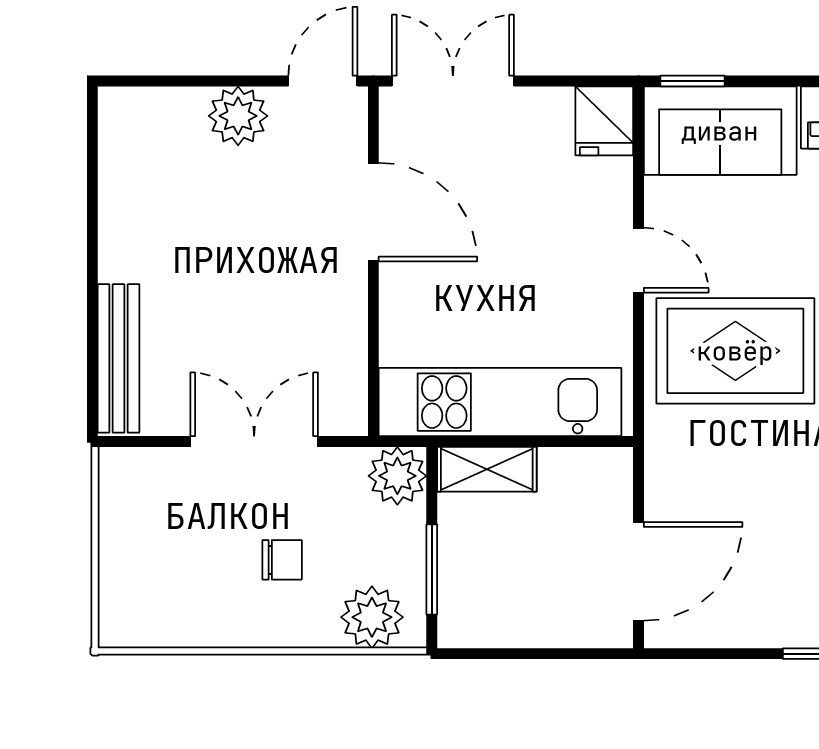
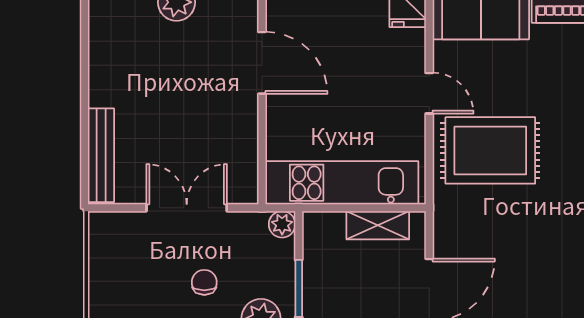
shelving: (487, 469) -> (378, 225), moved
plant: (397, 476) -> (282, 224), width x0.73, depth x0.73
chair: (282, 560) -> (204, 282), turned -90

